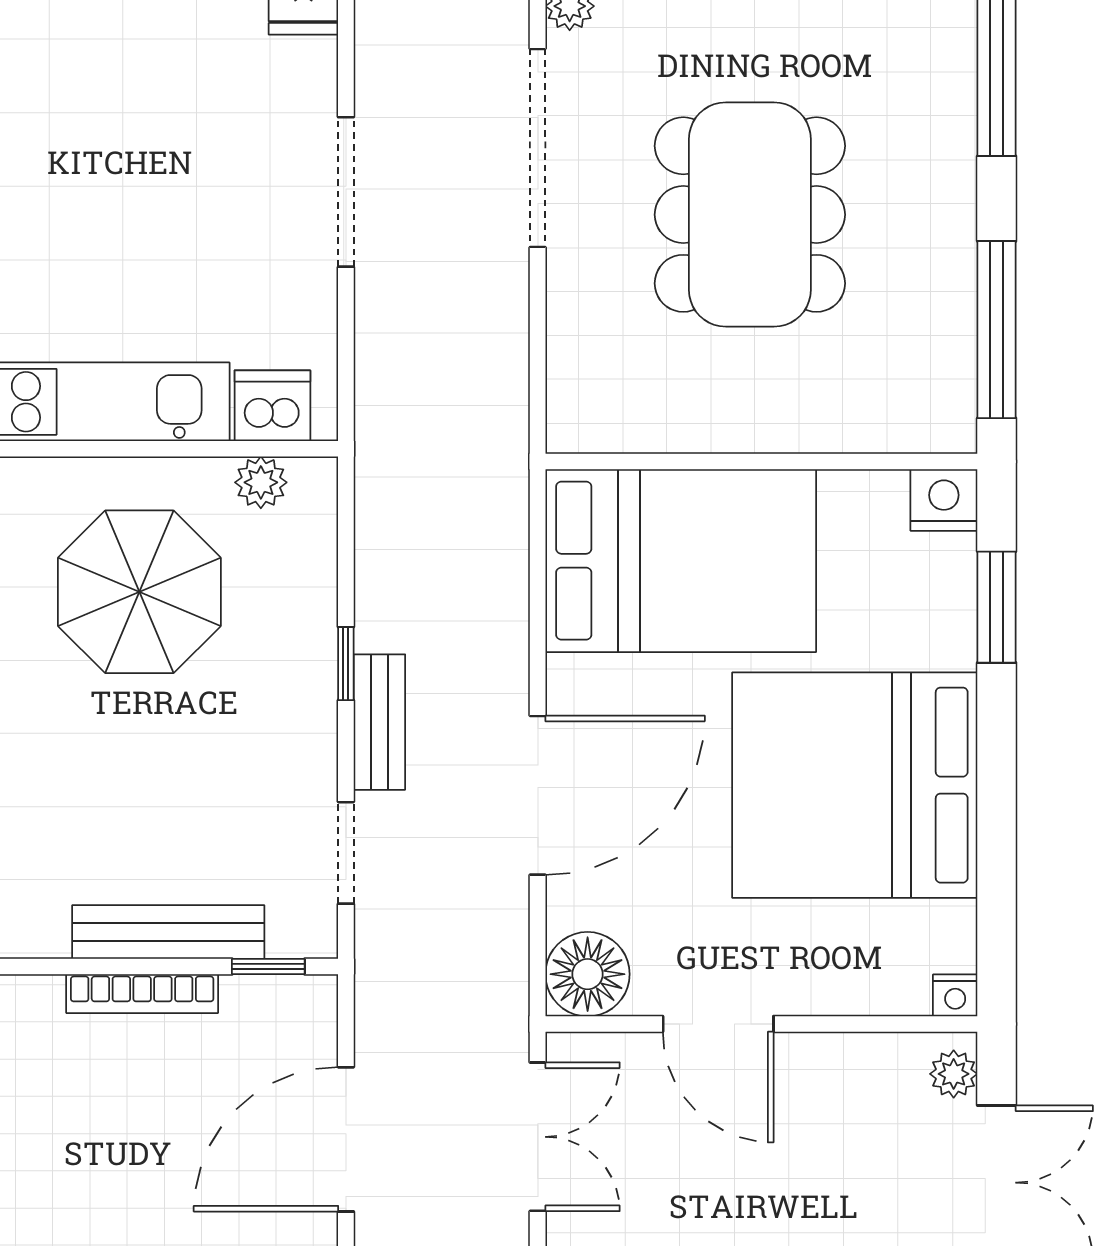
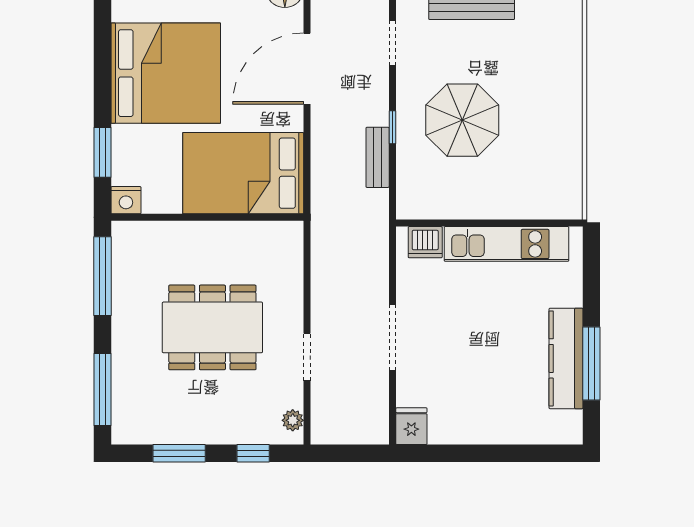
doorway: (538, 148) -> (307, 357), width x0.53
dining table: (750, 215) -> (212, 327), turned 90
plant: (261, 482) -> (430, 208), removed
parasol: (139, 592) -> (462, 120), moved
bench: (379, 722) -> (378, 157), moved

